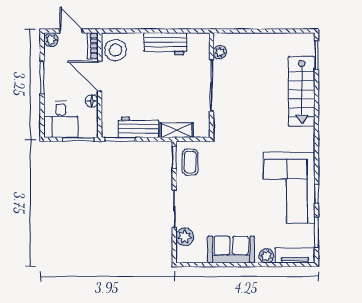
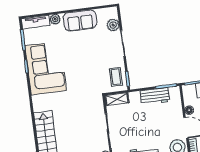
shelving: (176, 130) -> (117, 99), moved

